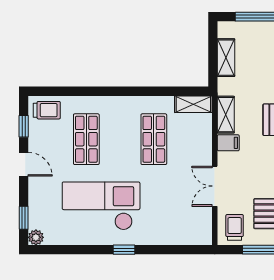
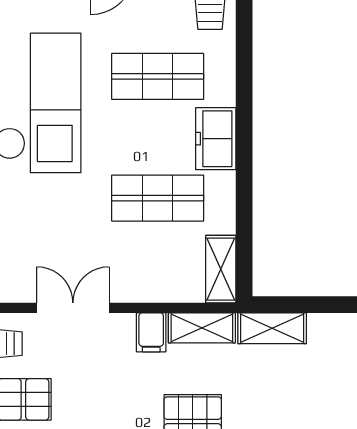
shelving: (226, 58) -> (272, 328), moved
freezer: (121, 107) -> (216, 139), added

